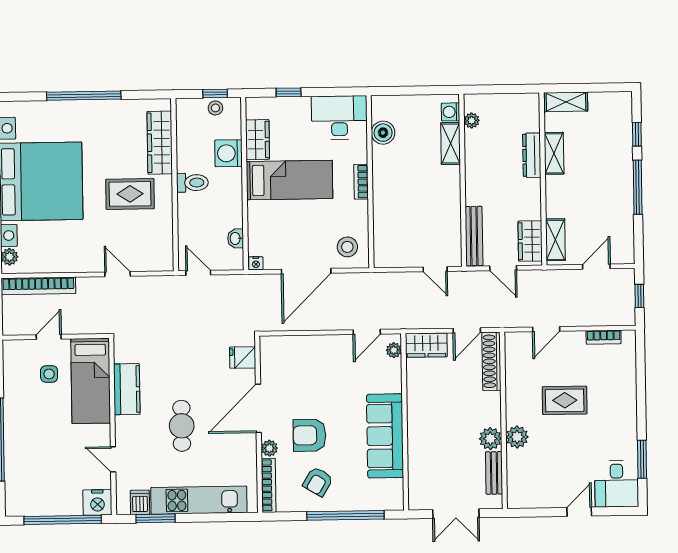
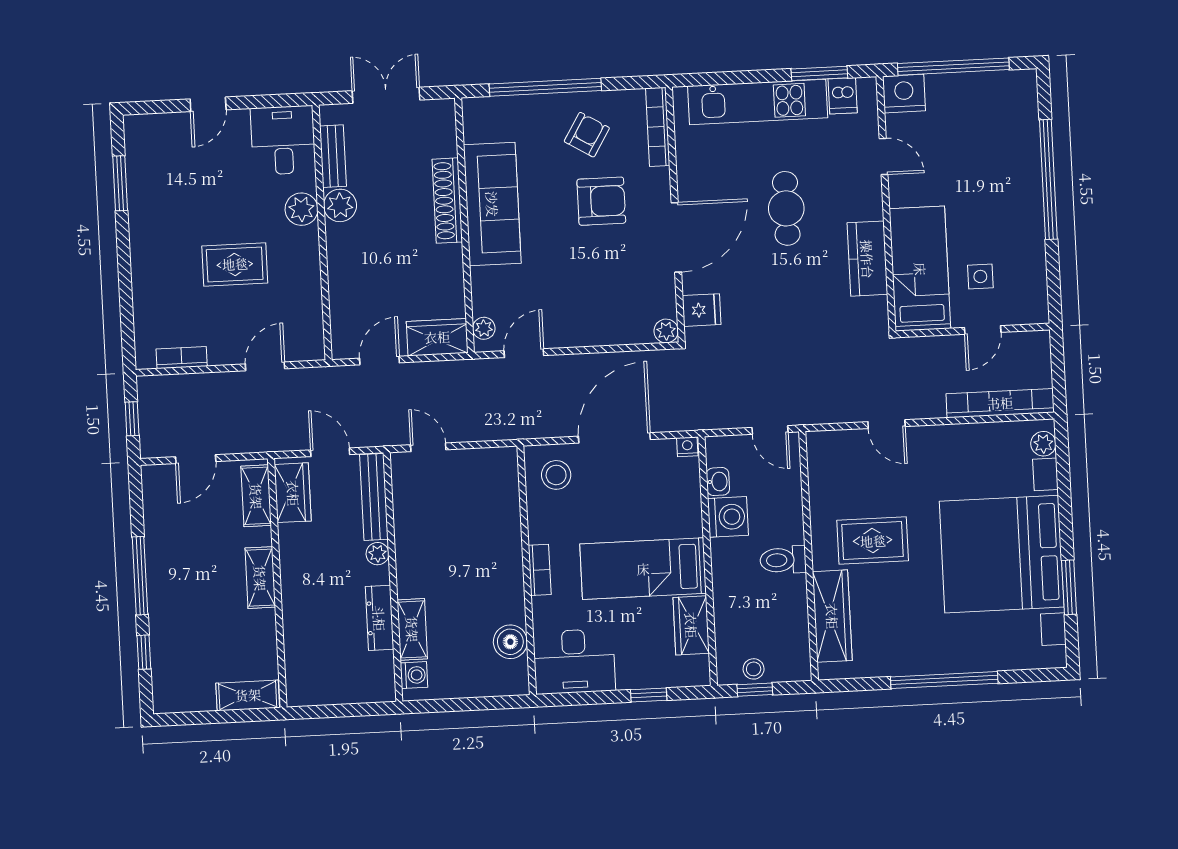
plant: (472, 121) -> (378, 554), moved
washing machine: (229, 153) -> (728, 517), moved
shelving: (554, 153) -> (260, 578), moved
dresser: (532, 155) -> (379, 618), moved, turned 180
shoe rack: (491, 361) -> (447, 201), moved, turned 180
plant: (269, 448) -> (666, 331), moved
desk: (617, 484) -> (283, 140), moved

